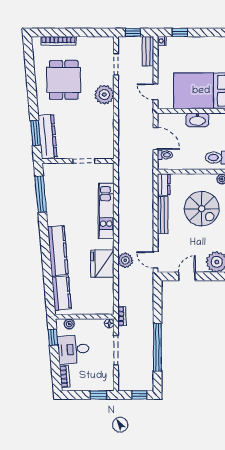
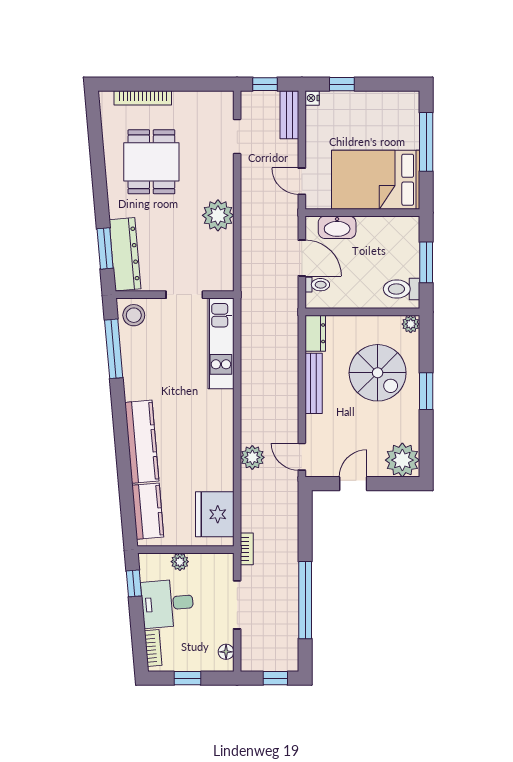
plant: (104, 95) -> (218, 215), moved
washbasin: (197, 120) -> (337, 227), moved
stool: (53, 174) -> (134, 315), added
kitchen unit: (106, 211) -> (221, 343), moved
fridge: (102, 264) -> (215, 514), moved
floor lamp: (109, 323) -> (226, 652), moved
plant: (69, 324) -> (180, 562), moved
window: (98, 395) -> (187, 678), moved

